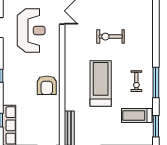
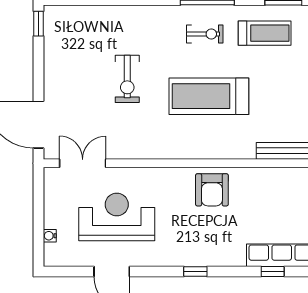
armchair: (47, 85) -> (212, 190), turned 90
treadmill: (137, 115) -> (265, 33), turned -90

